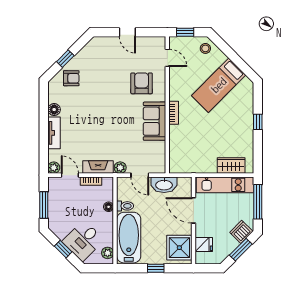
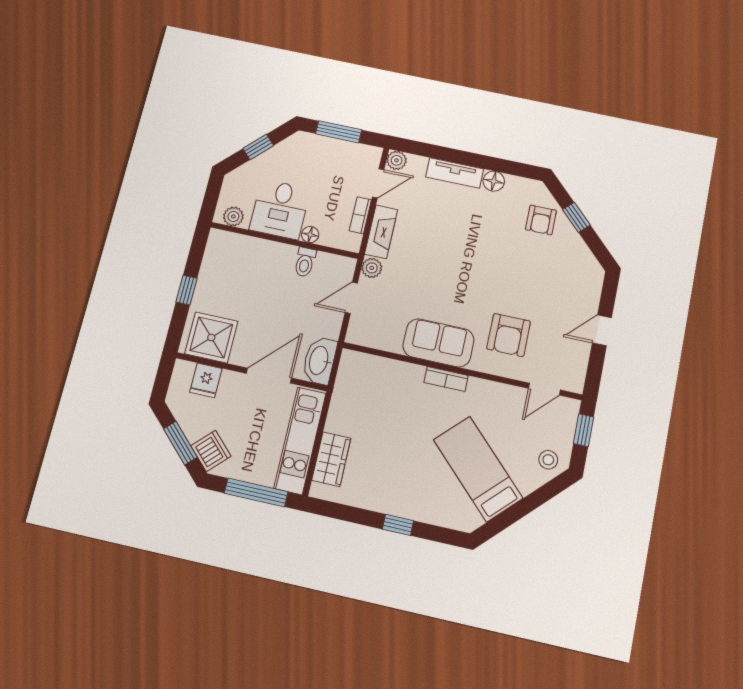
armchair: (142, 83) -> (509, 335), turned 90
washbasin: (164, 185) -> (319, 361), moved
bathtub: (129, 238) -> (250, 257), removed
desk: (83, 241) -> (280, 209), moved, turned -135

